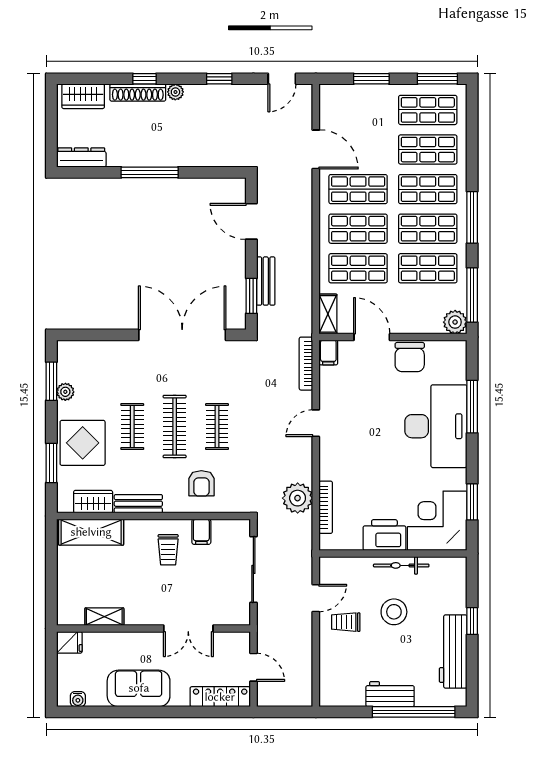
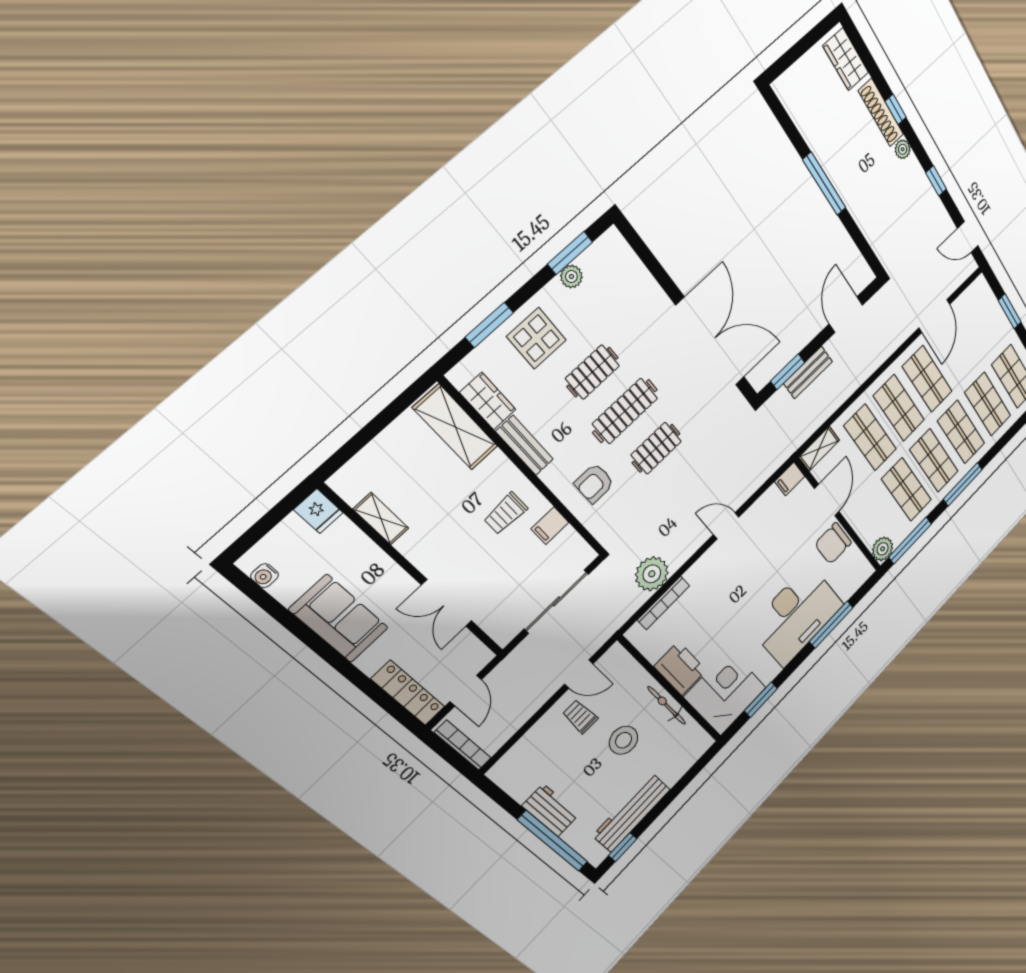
dresser: (81, 158) -> (794, 103), removed
bookcase: (306, 364) -> (463, 745), moved, turned 90
display table: (83, 443) -> (537, 338), width x0.73, depth x0.73
window: (472, 621) -> (623, 847), moved

